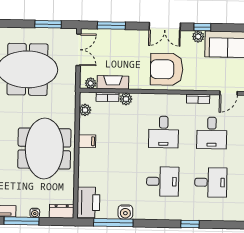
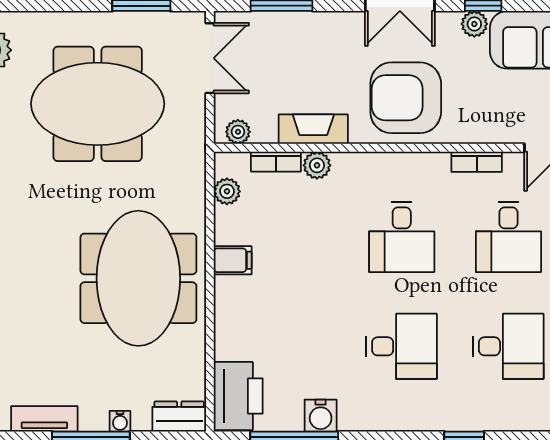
fireplace: (113, 82) -> (313, 129), moved

